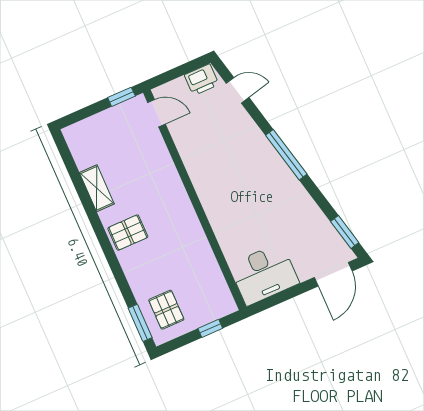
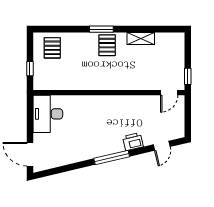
printer: (202, 80) -> (133, 142), moved, turned 77
window: (345, 232) -> (52, 172), removed
pallet: (166, 310) -> (52, 48), turned 90
window: (140, 323) -> (101, 29), moved

